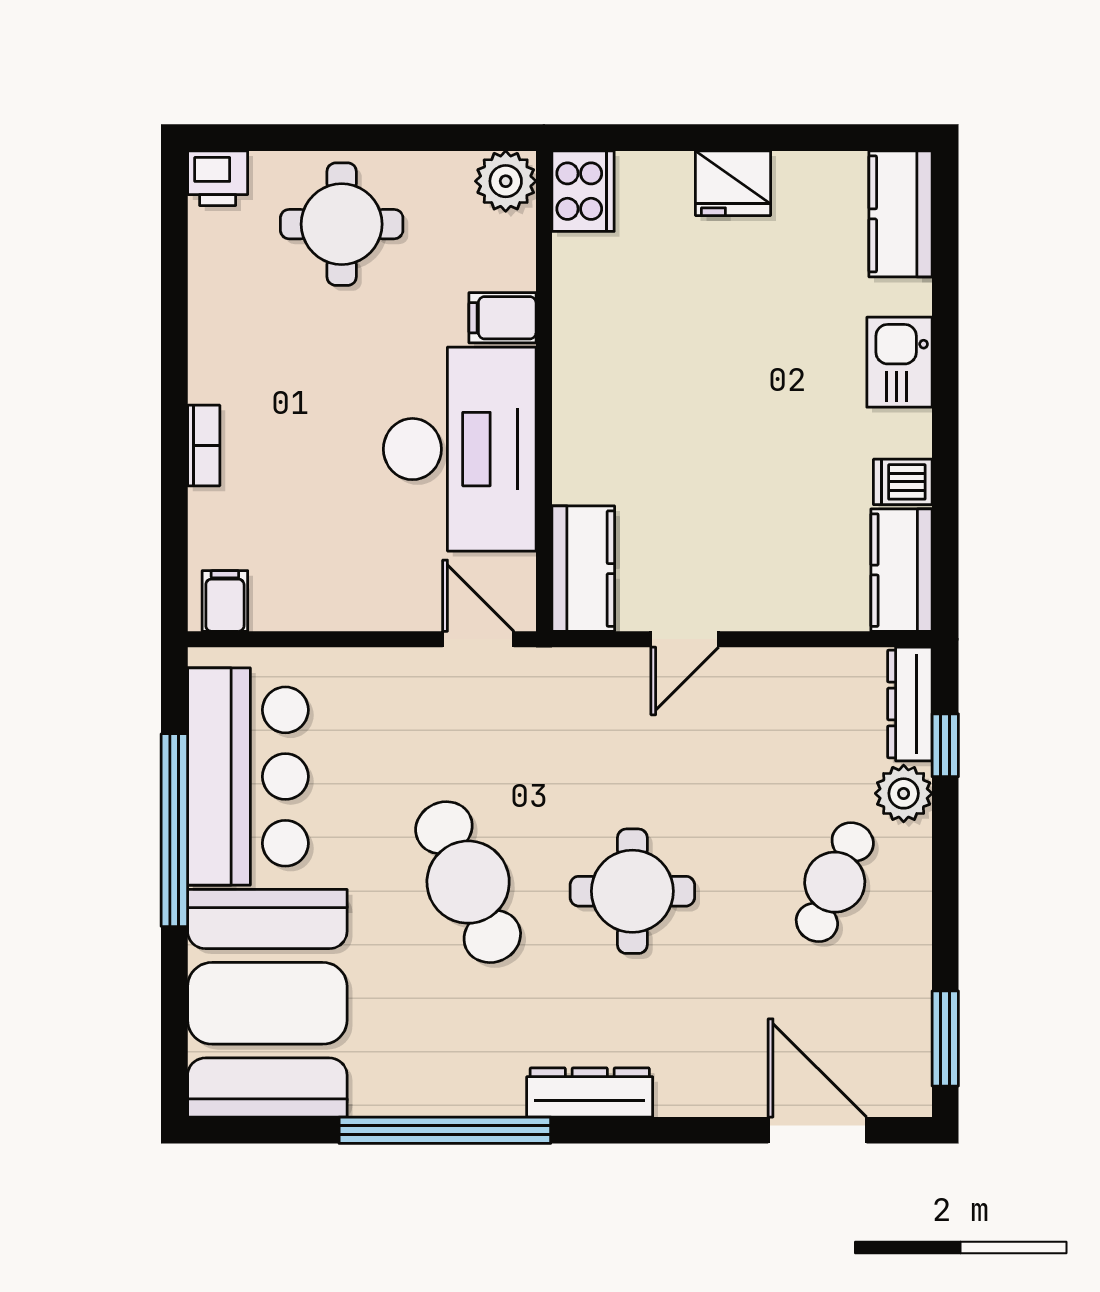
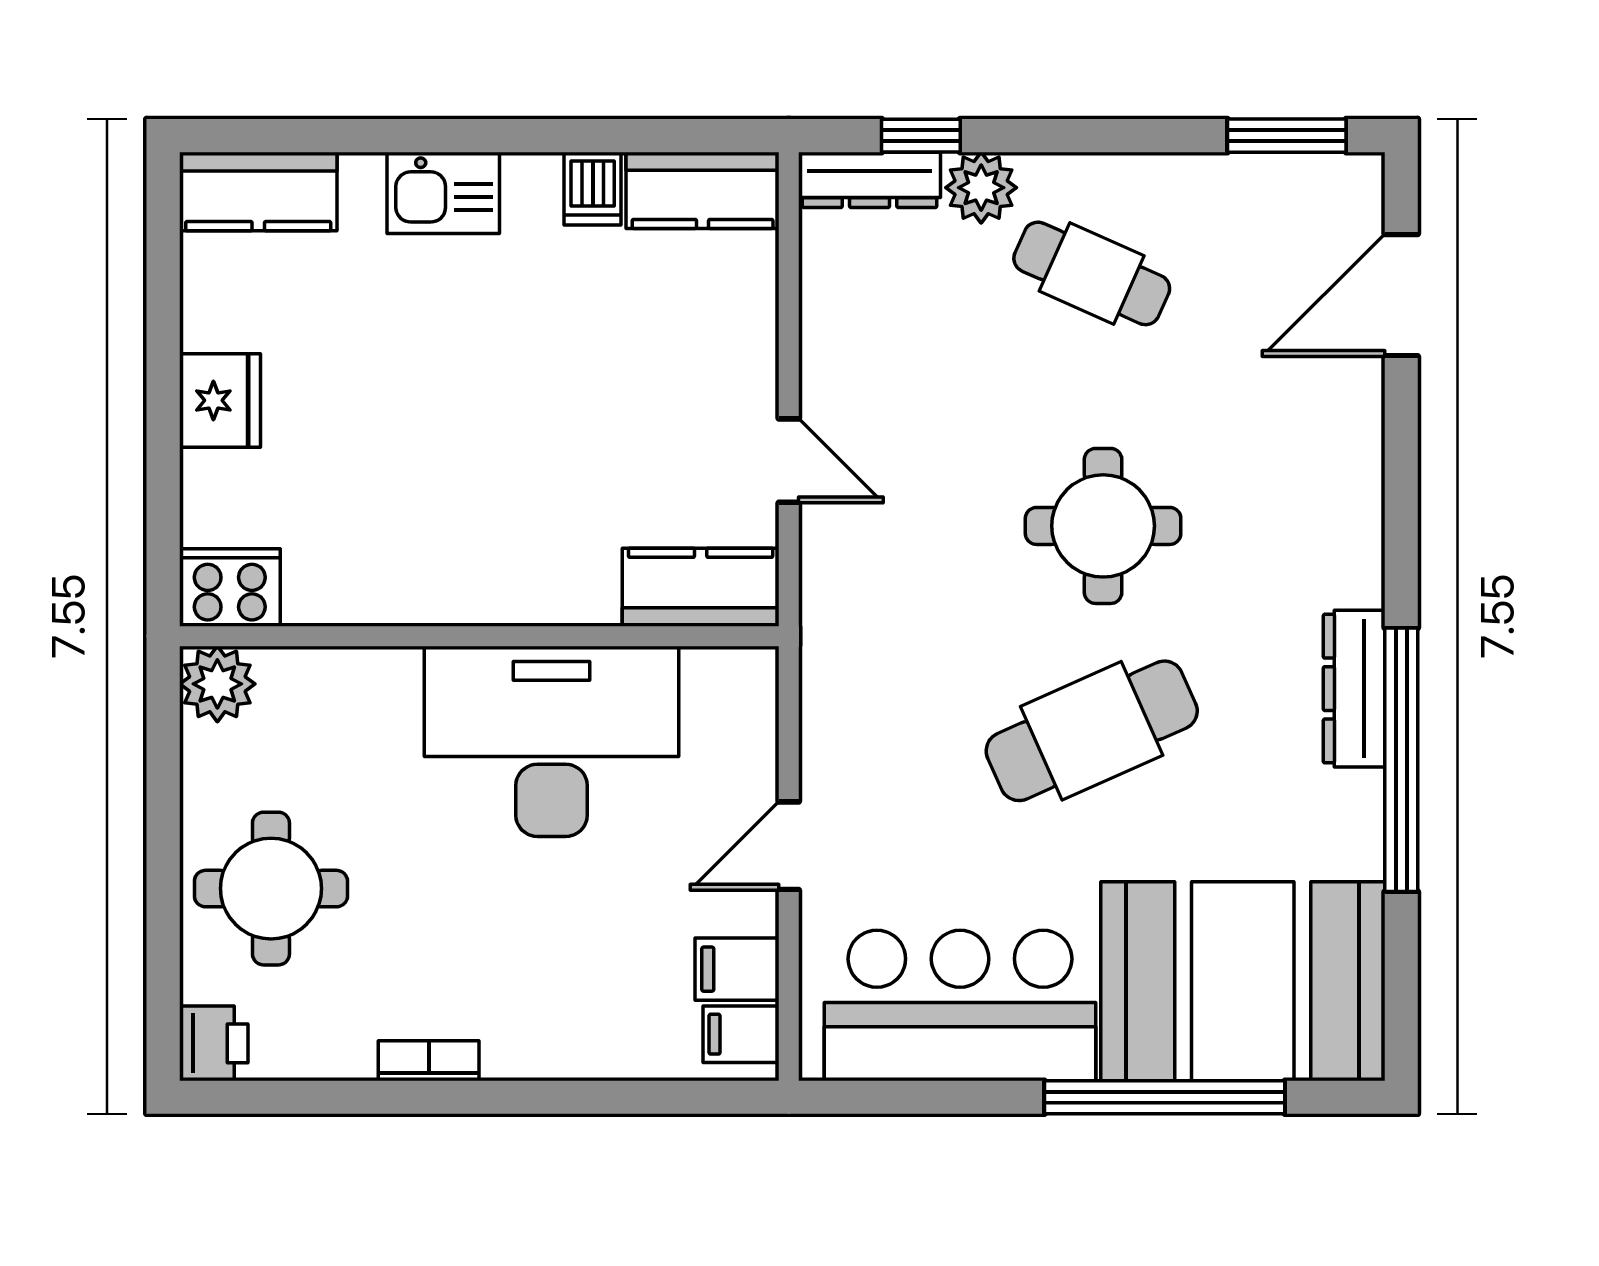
filing cabinet: (502, 318) -> (737, 969), moved, turned 90
bookcase: (204, 446) -> (429, 1061), moved
door: (478, 639) -> (789, 846), moved
window: (174, 830) -> (1165, 1097), moved
dresser: (590, 1092) -> (1354, 689), moved

